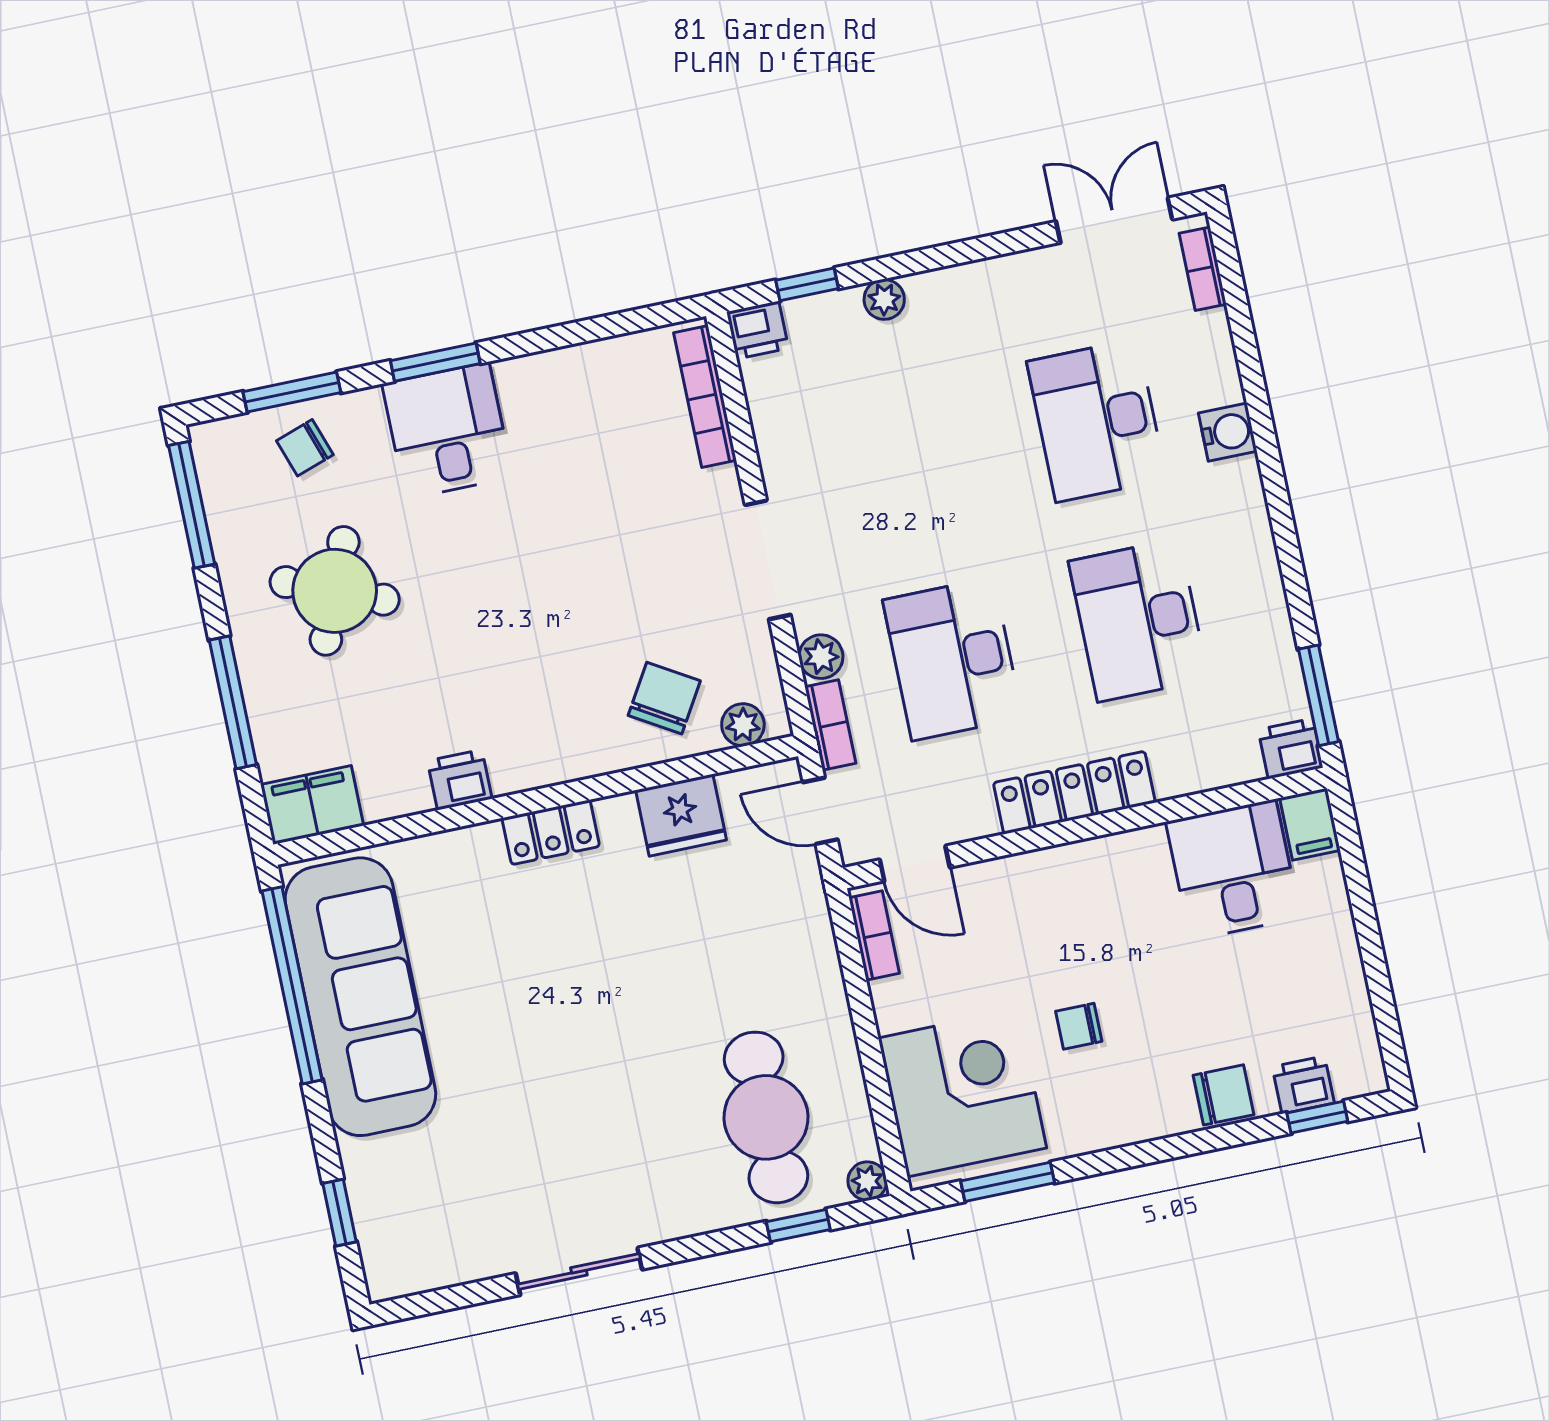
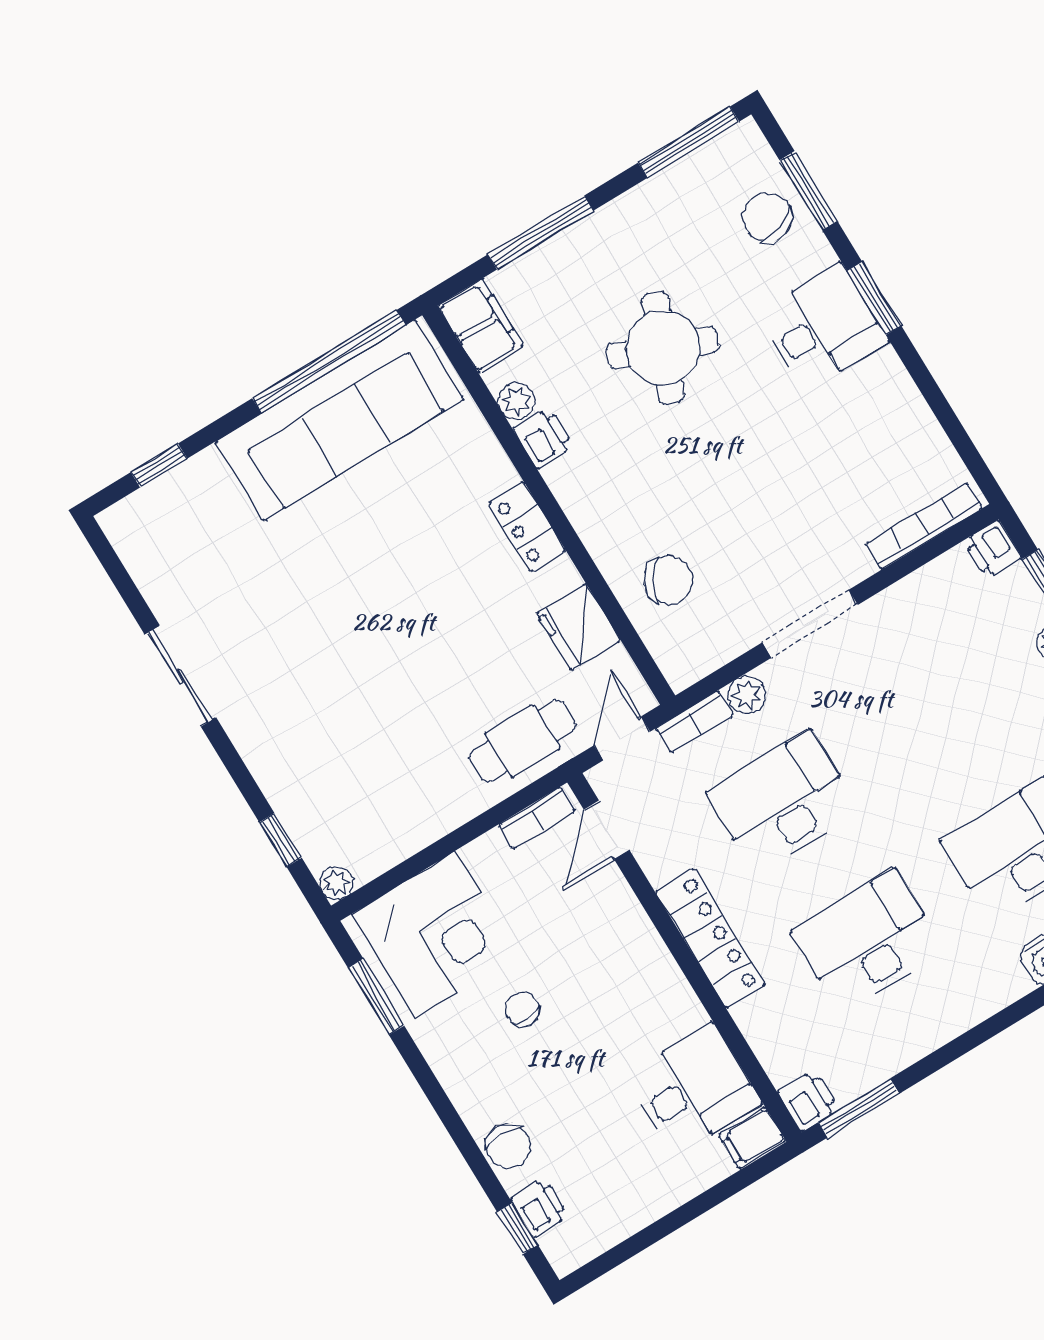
chair: (305, 448) -> (767, 217), width x1.37, depth x1.37
round table: (335, 591) -> (663, 348), moved
plant: (743, 725) -> (517, 401), moved
cafe table: (766, 1117) -> (523, 741), moved, width x0.73, depth x0.74

